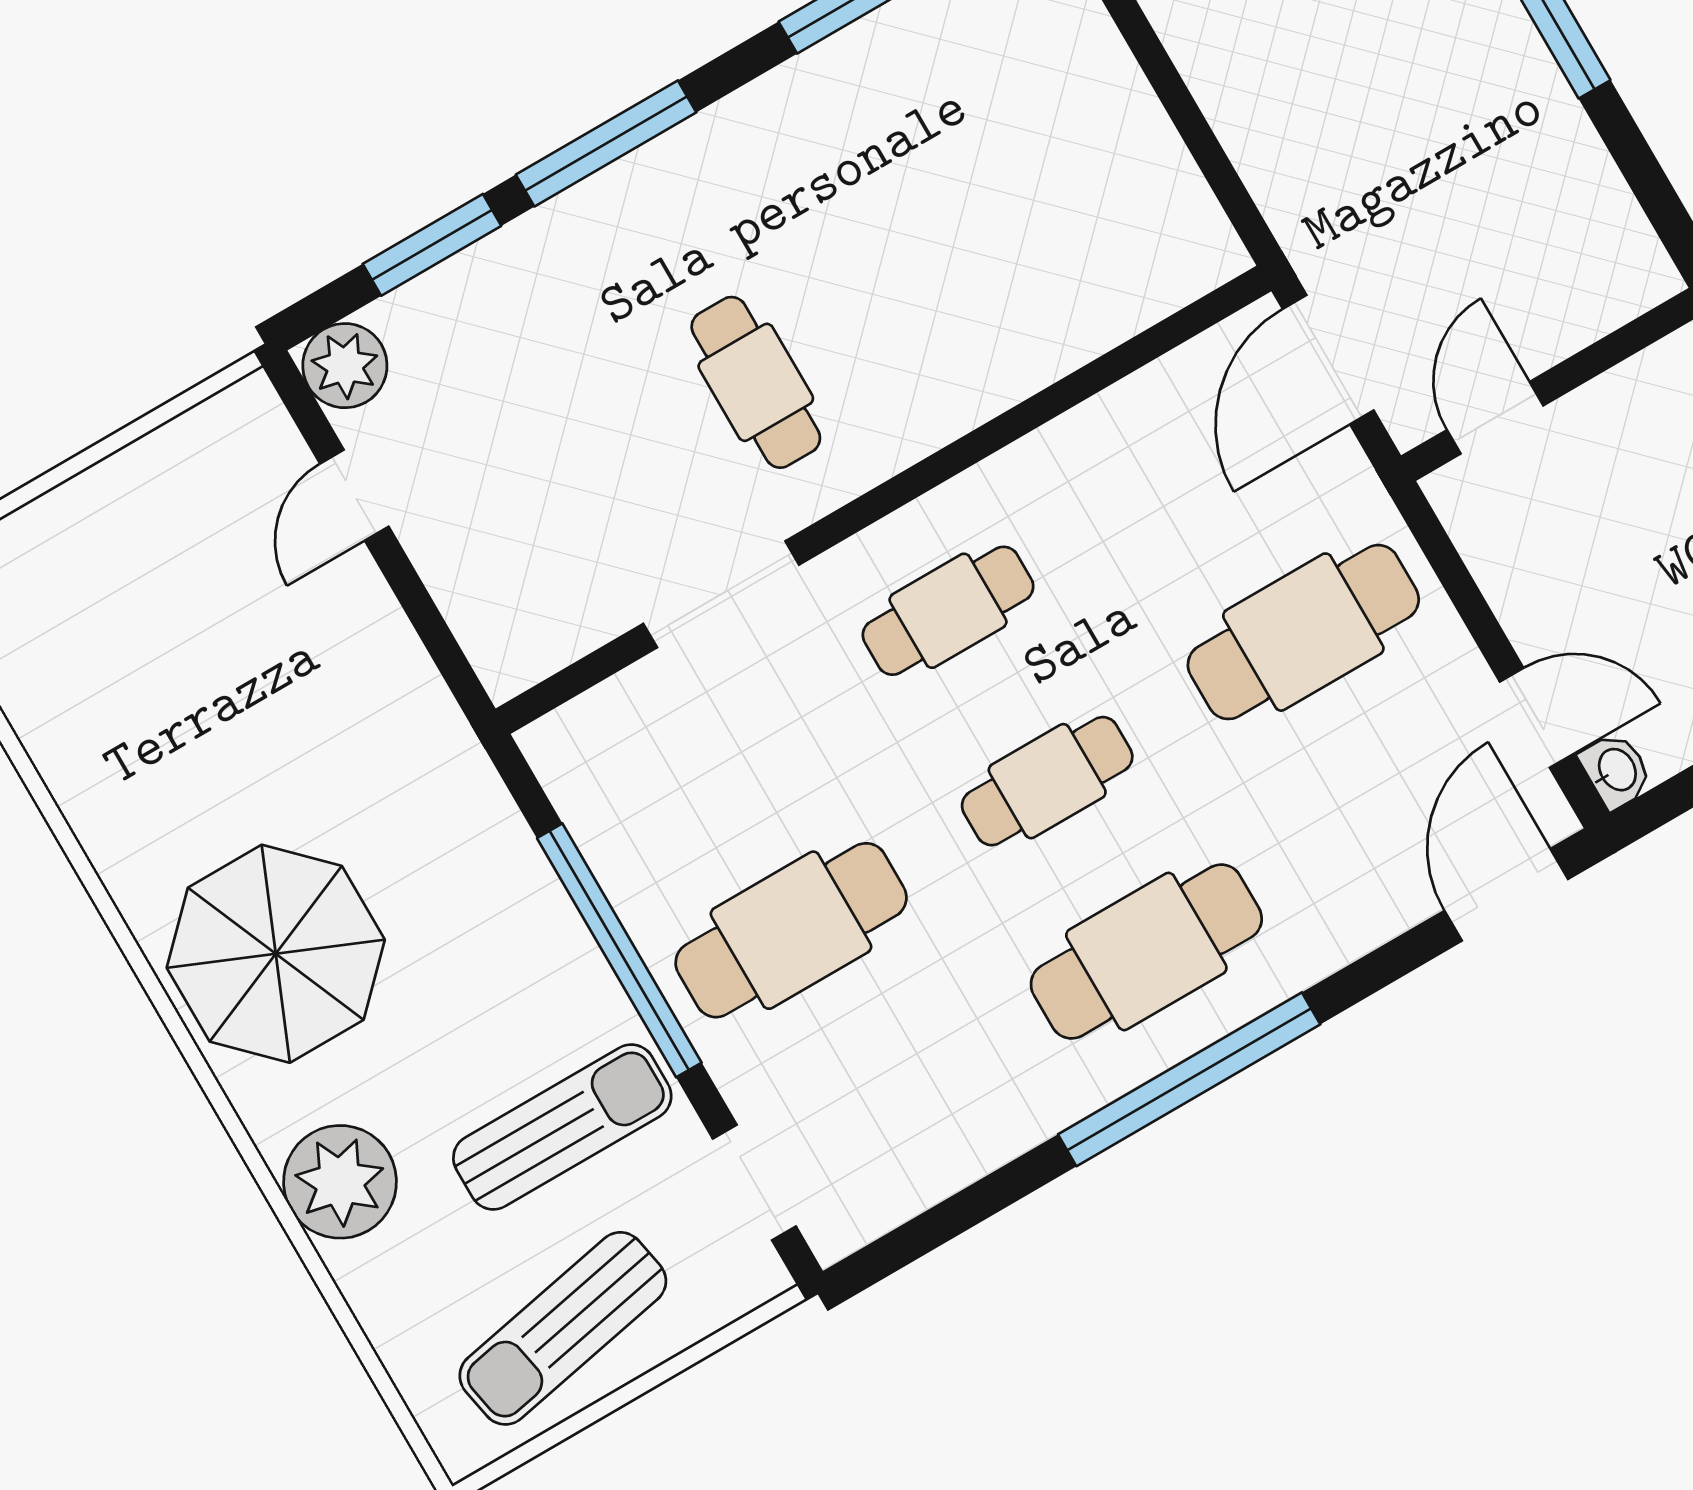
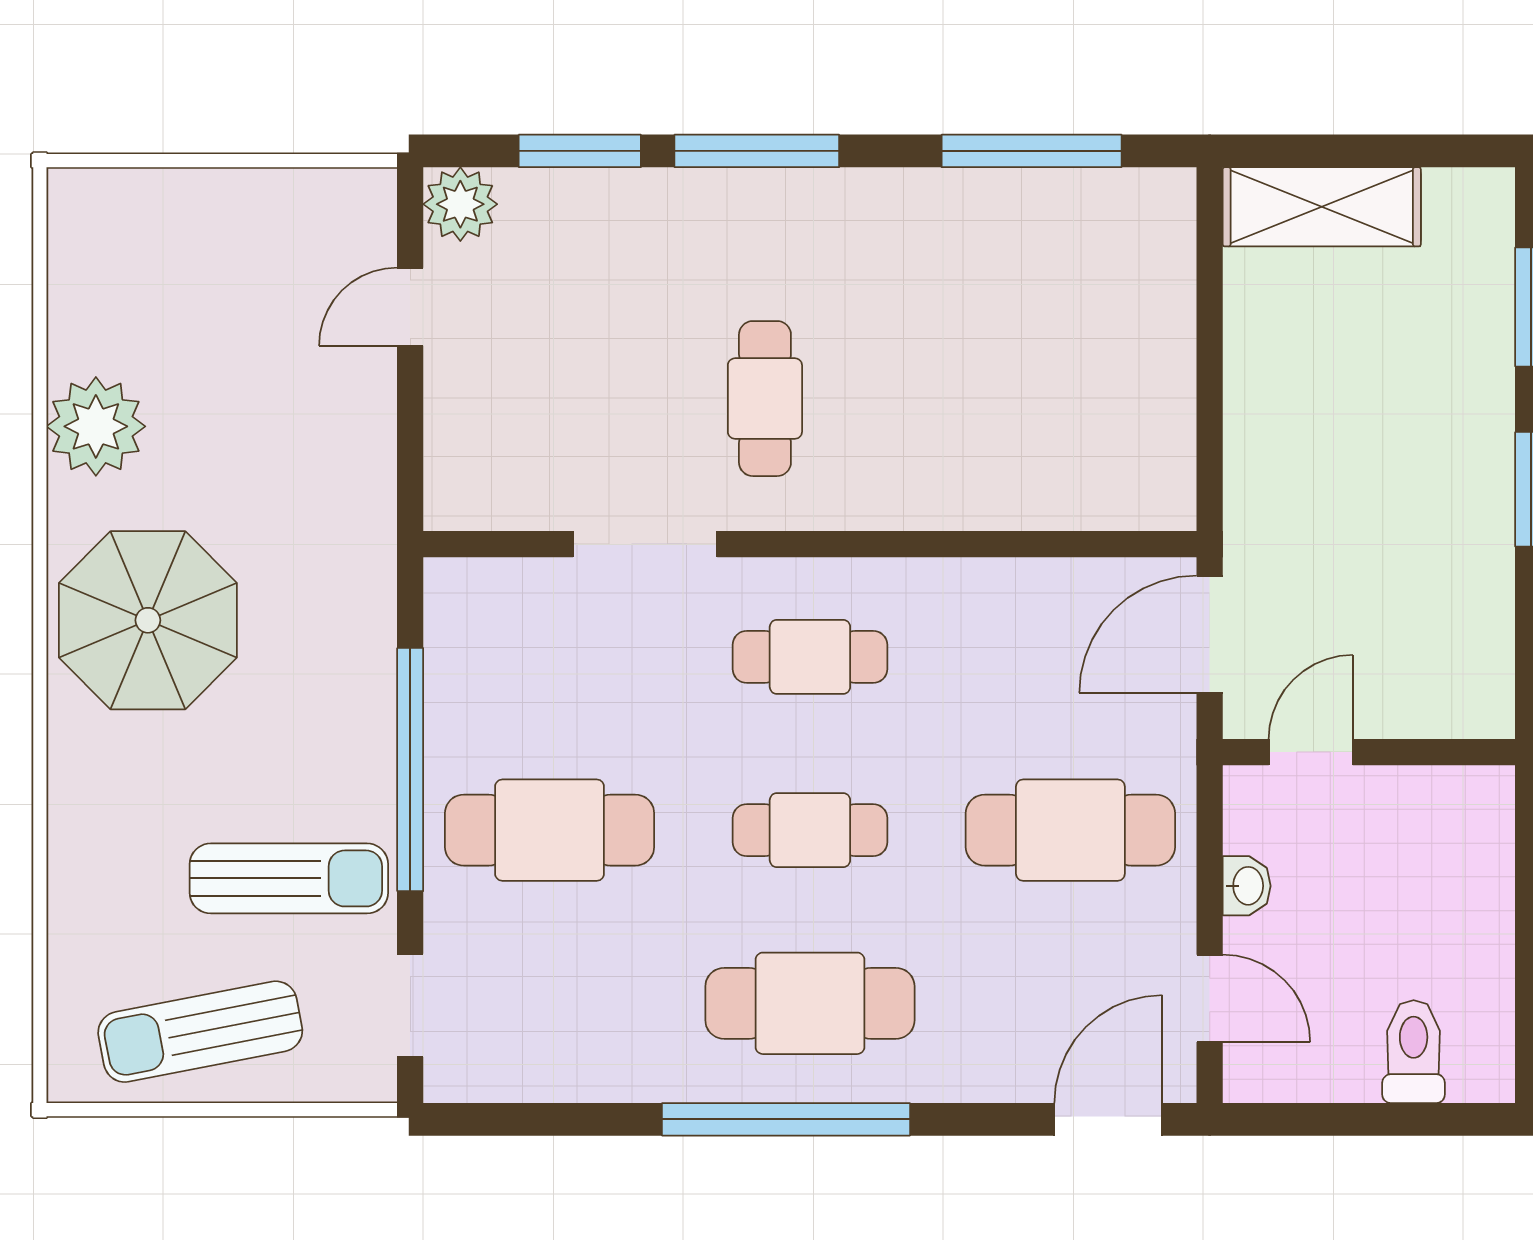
washbasin: (1616, 770) -> (1247, 886), moved
plant: (340, 1182) -> (96, 426), moved

